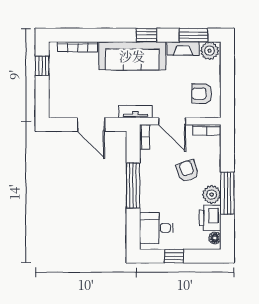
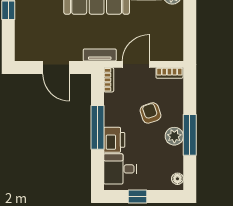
armchair: (202, 94) -> (165, 37), removed
door: (172, 121) -> (136, 64), swing flipped
printer: (210, 218) -> (114, 140), moved, turned 180

